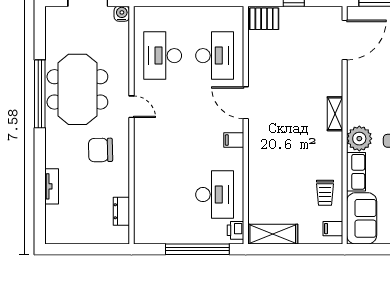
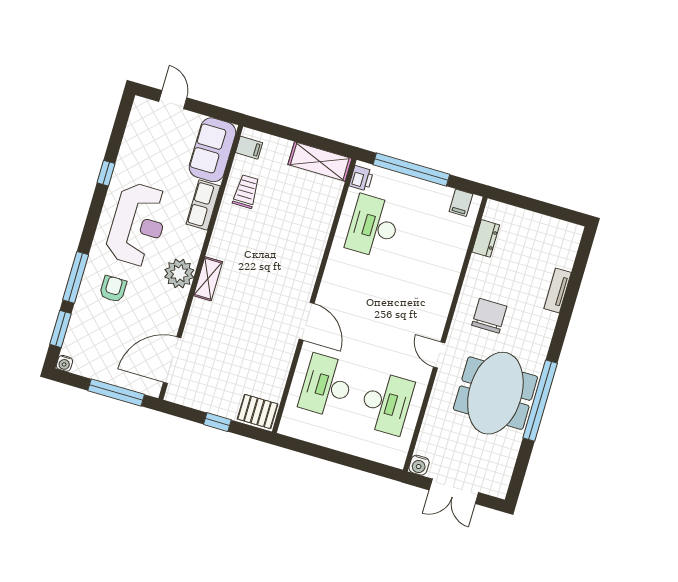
plant: (359, 139) -> (179, 274), moved
filing cabinet: (234, 140) -> (461, 203), moved, turned 90
chair: (100, 150) -> (489, 316), turned -89

